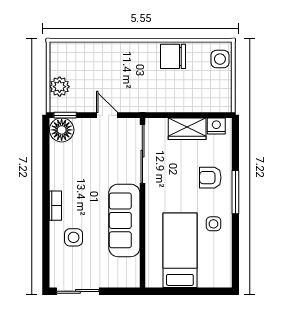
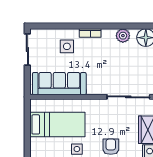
plant: (59, 161) -> (123, 36), added
sofa: (124, 220) -> (59, 84), moved

